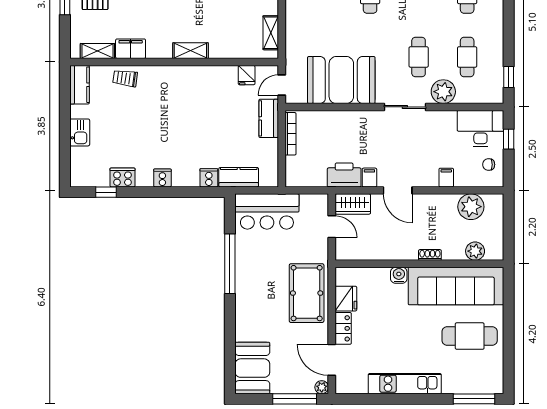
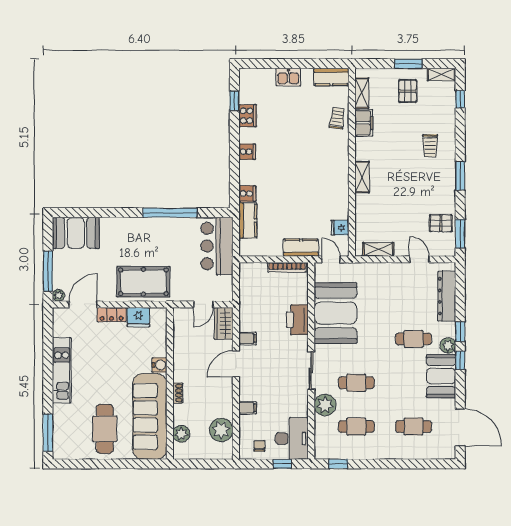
printer: (344, 175) -> (297, 320), moved, turned 180

